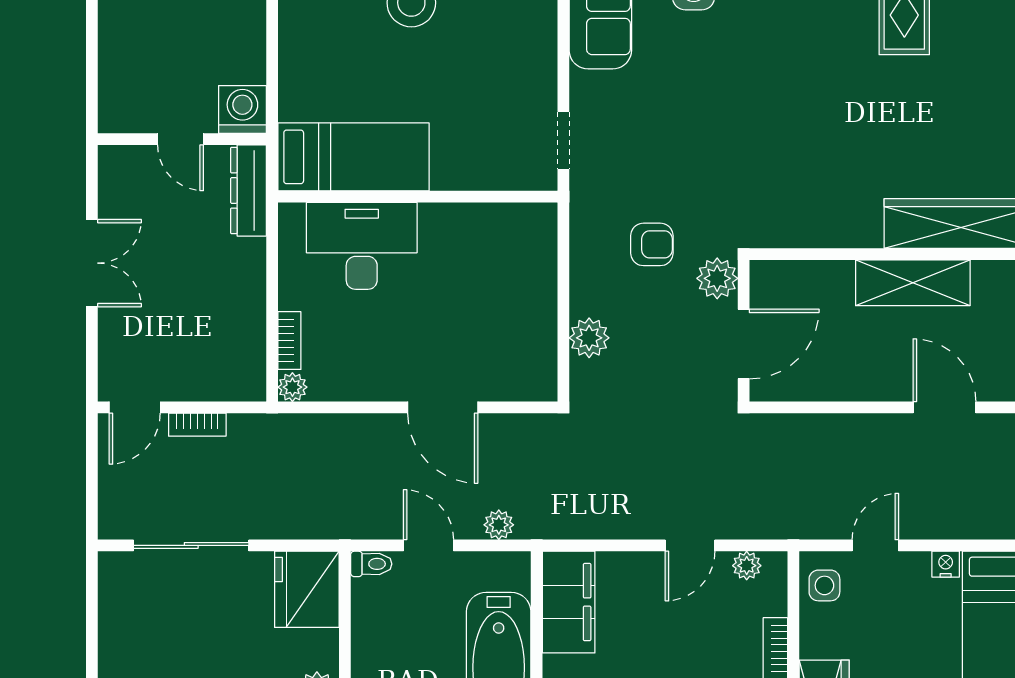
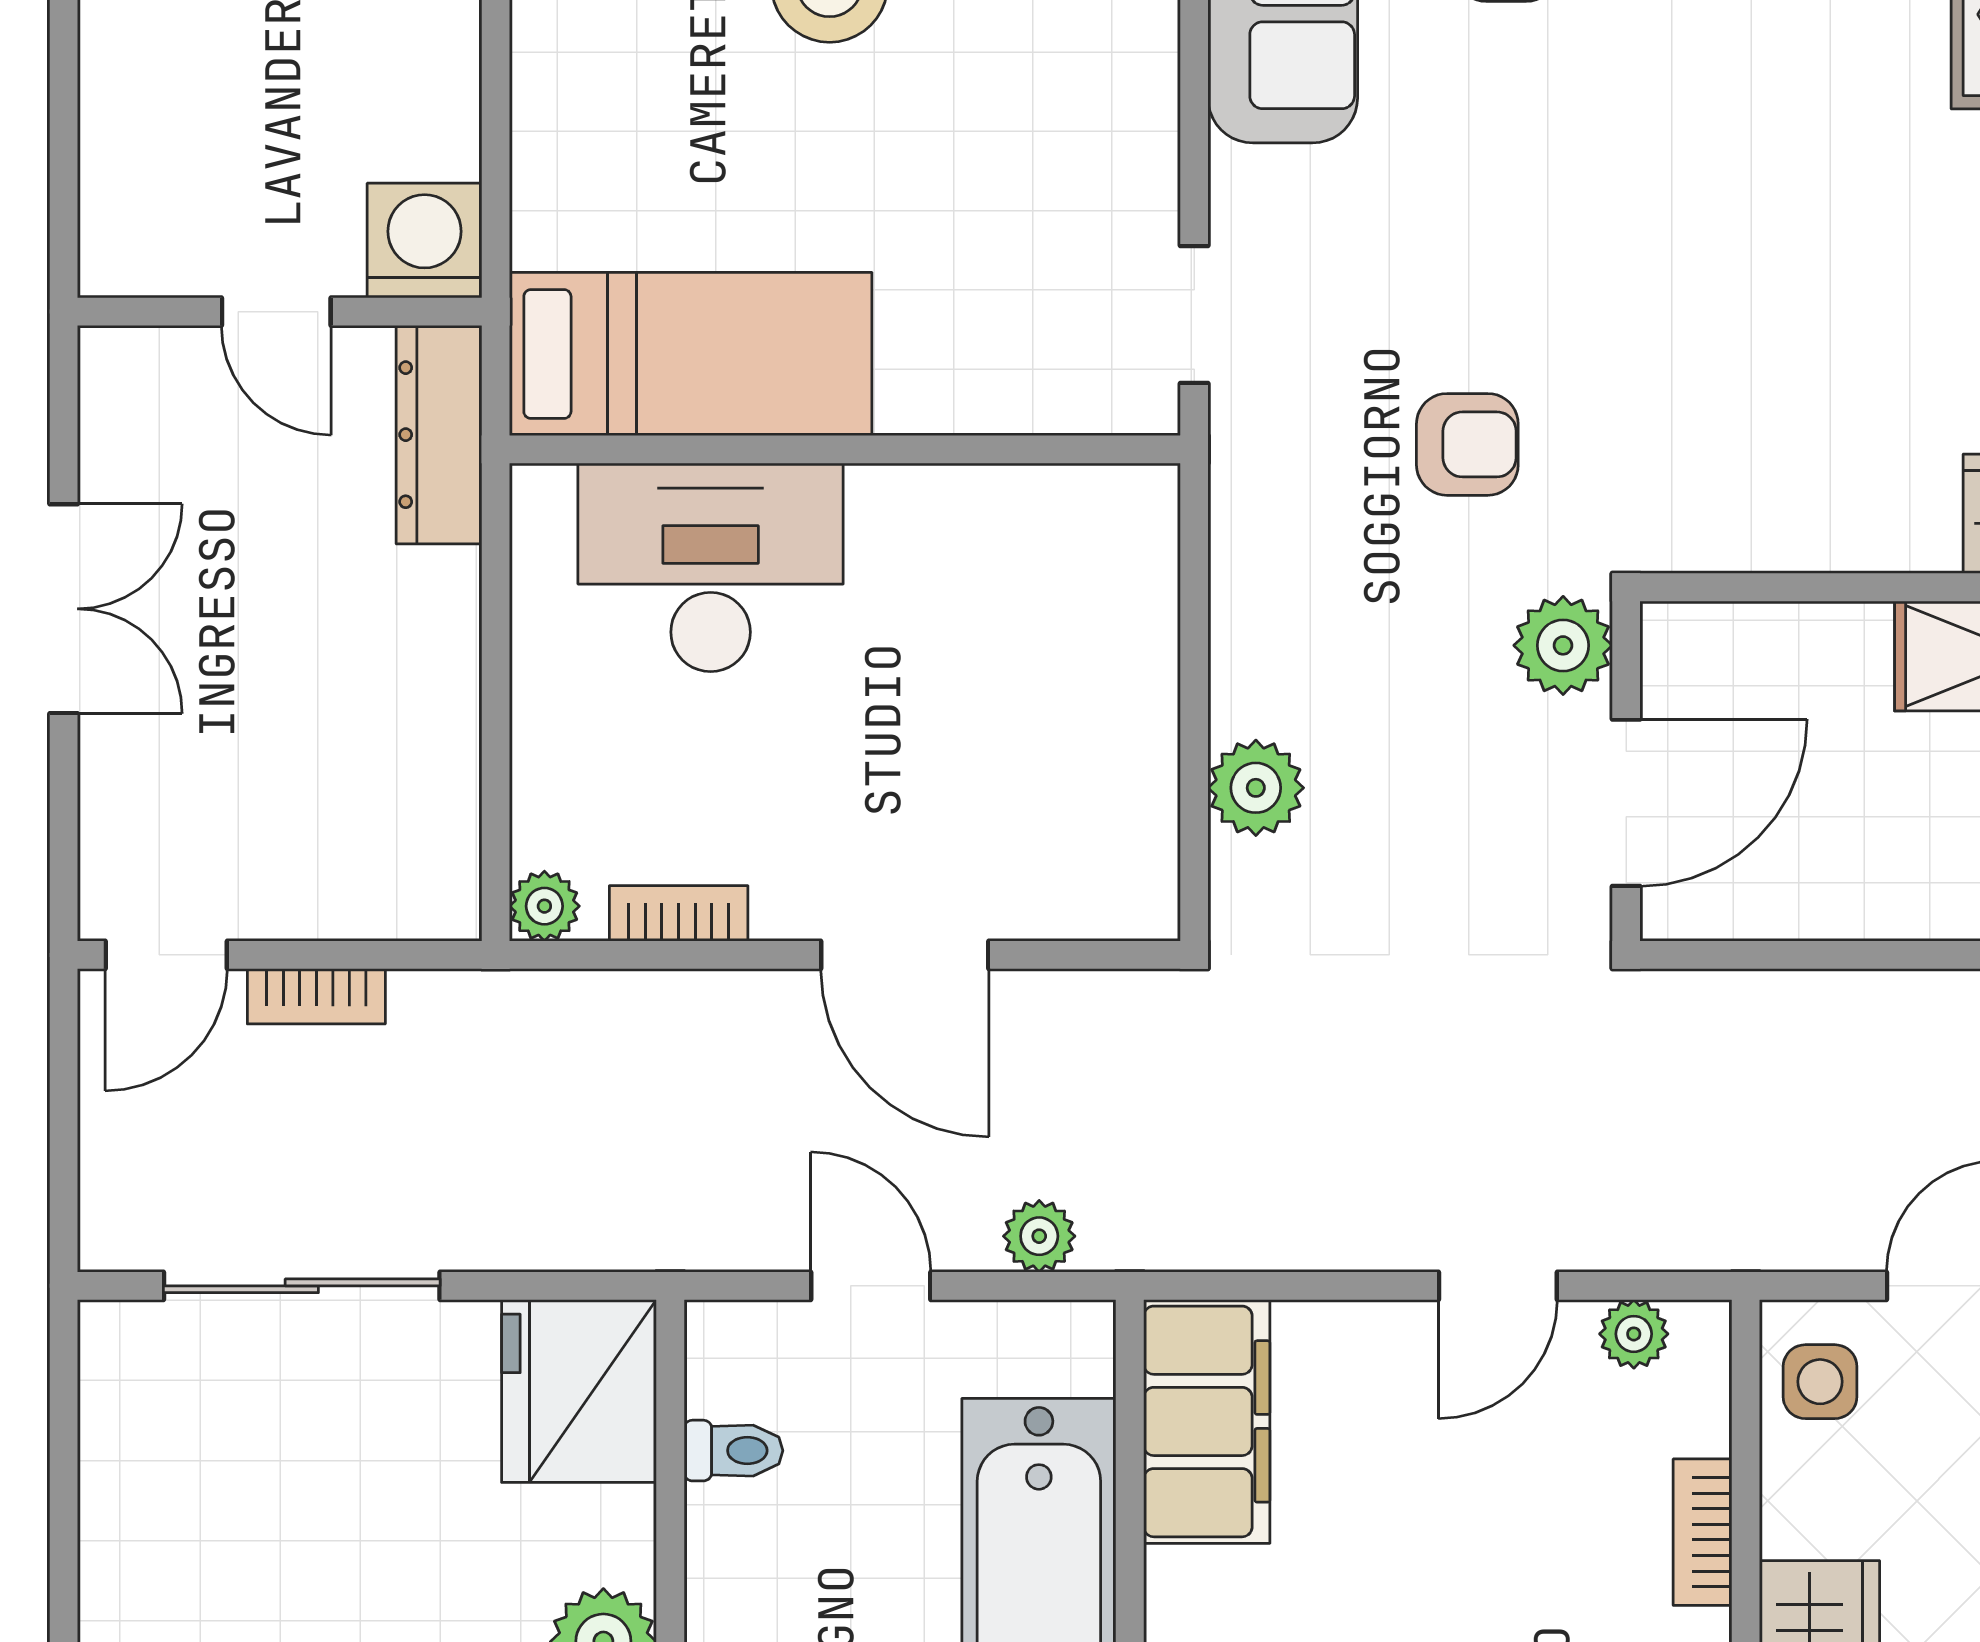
armchair: (652, 244) -> (1467, 444), moved
bookcase: (289, 341) -> (679, 913), moved, turned -90
toilet: (371, 564) -> (733, 1451), moved

